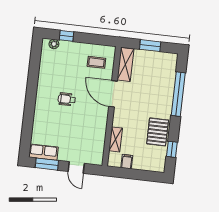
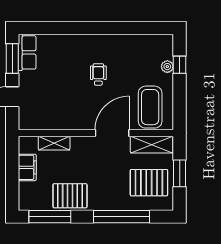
plant: (54, 44) -> (167, 67), moved
coffee table: (96, 62) -> (150, 107), width x1.86, depth x1.72
pallet: (155, 70) -> (149, 183), added
window: (172, 149) -> (50, 217), width x2.17
filing cabinet: (127, 162) -> (27, 167), width x2.00

